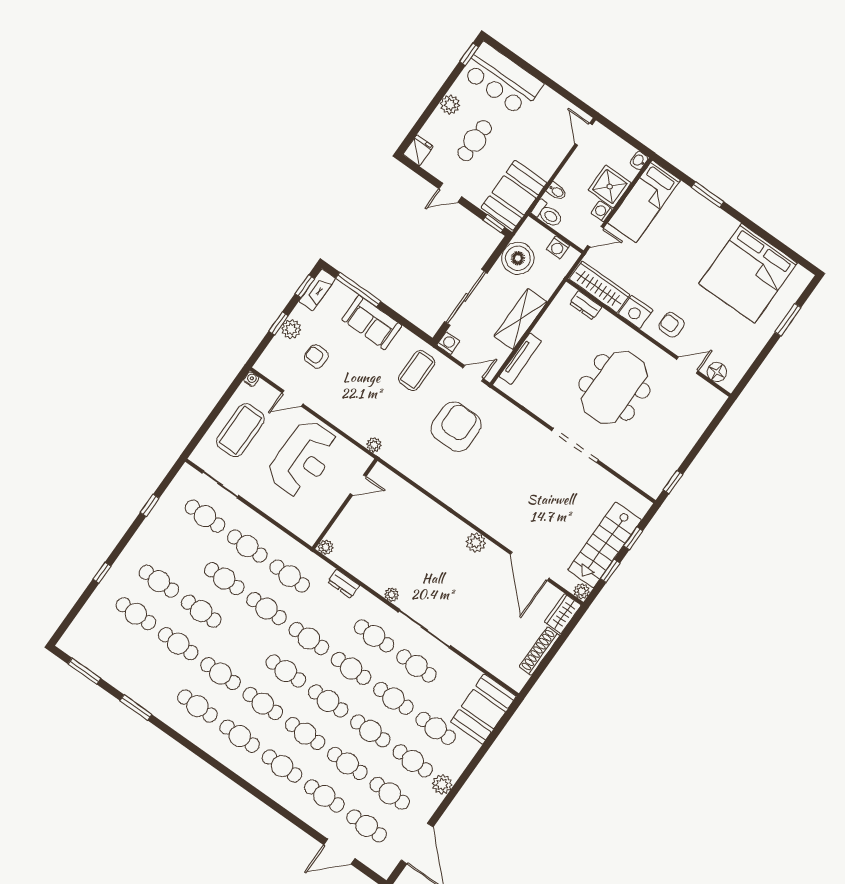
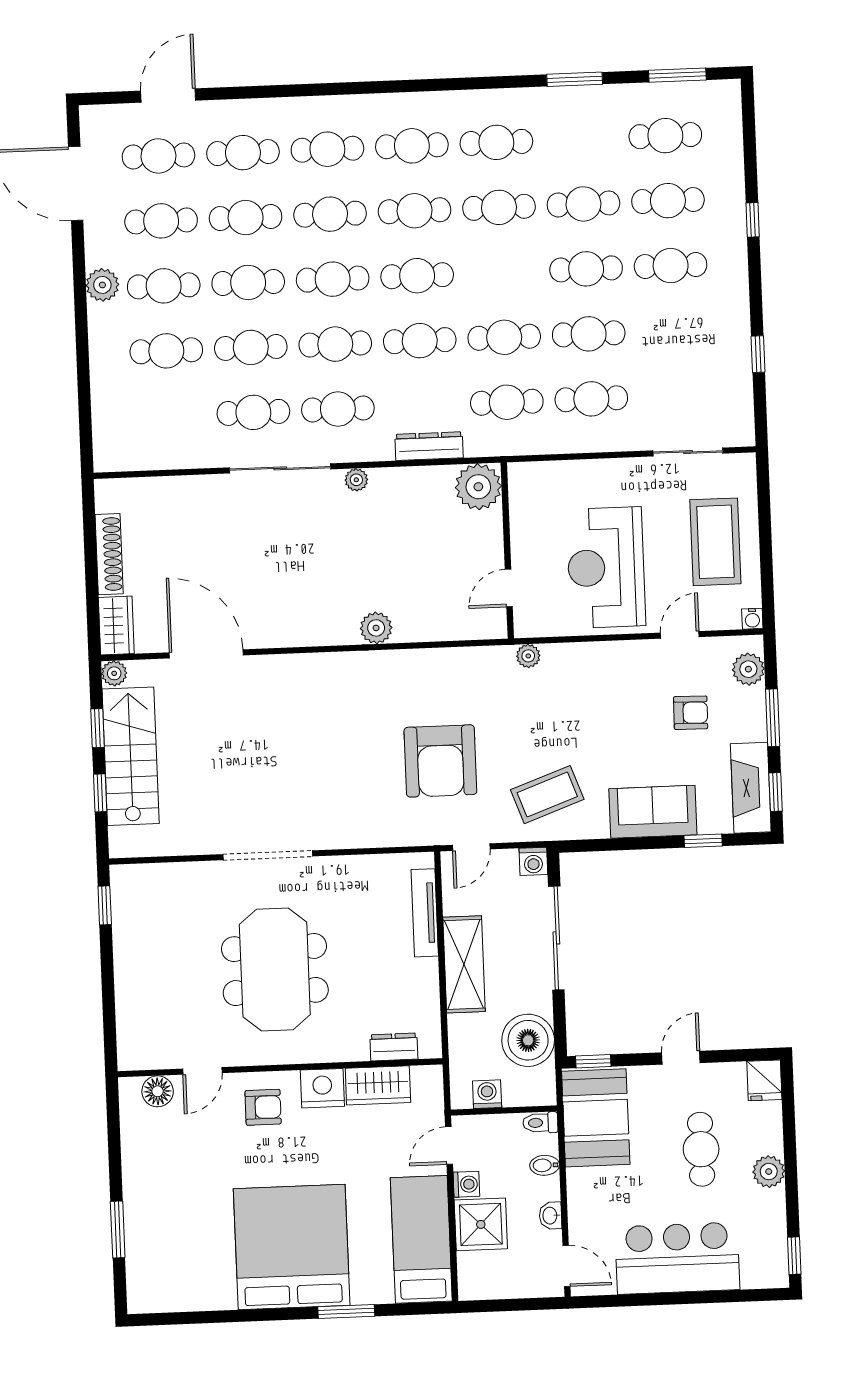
bar counter: (502, 79) -> (677, 1258), moved
washbasin: (639, 161) -> (550, 1216), moved, turned 180
toilet: (547, 214) -> (540, 1123), width x0.73, depth x0.72
bed: (748, 273) -> (292, 1247), moved
wardrobe: (600, 287) -> (378, 1085), width x0.67
fireplace: (317, 290) -> (751, 788), width x1.37, depth x1.32
window: (358, 290) -> (703, 841), width x0.46
window: (278, 323) -> (773, 718), width x1.50
plant: (291, 329) -> (748, 669), moved
coffee table: (417, 370) -> (547, 795), turned 70
cafe table: (205, 516) -> (665, 136), moved
plant: (476, 542) -> (376, 628), moved
plant: (326, 547) -> (478, 487), width x1.88, depth x1.88
dresser: (344, 584) -> (429, 446), width x1.44
booth: (483, 709) -> (124, 423), removed

